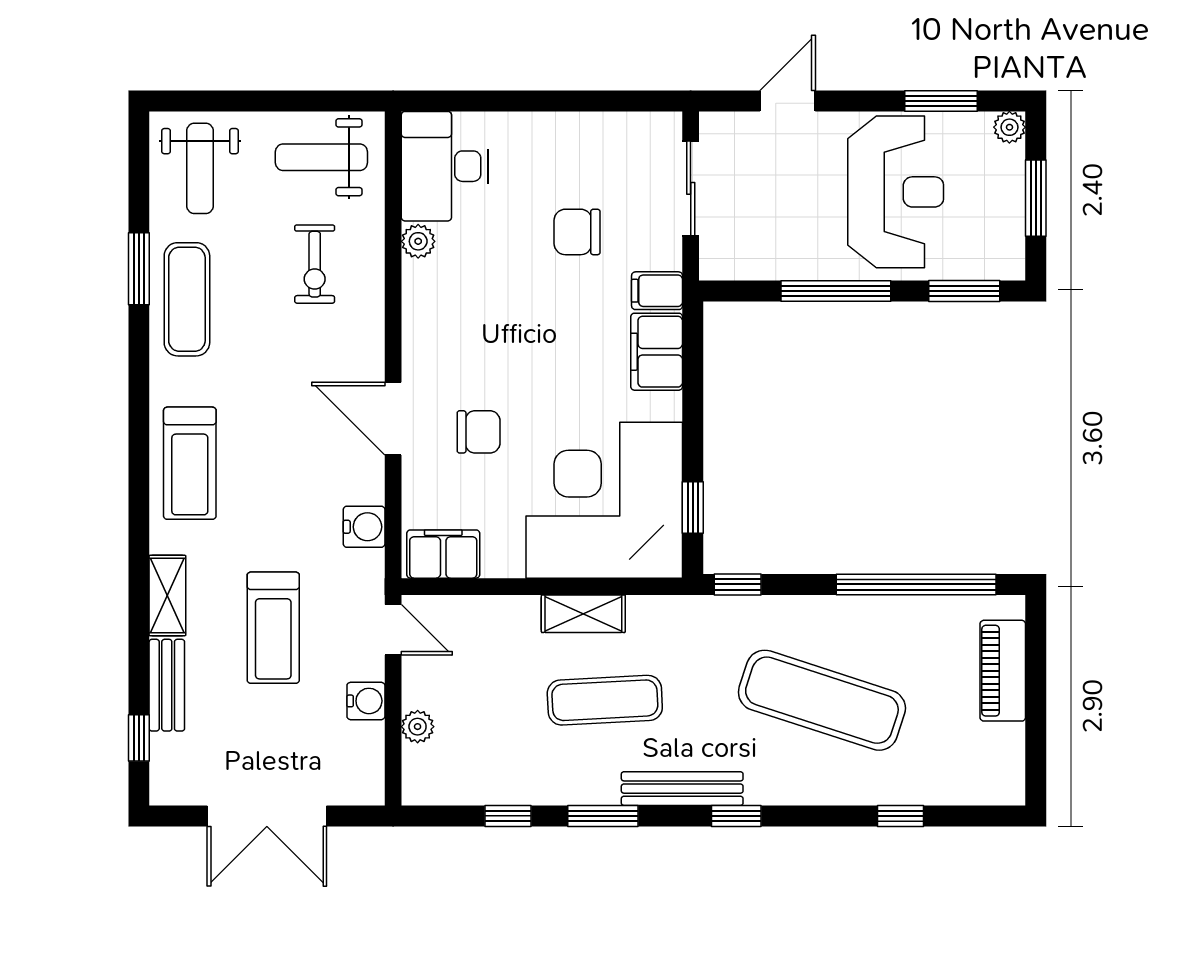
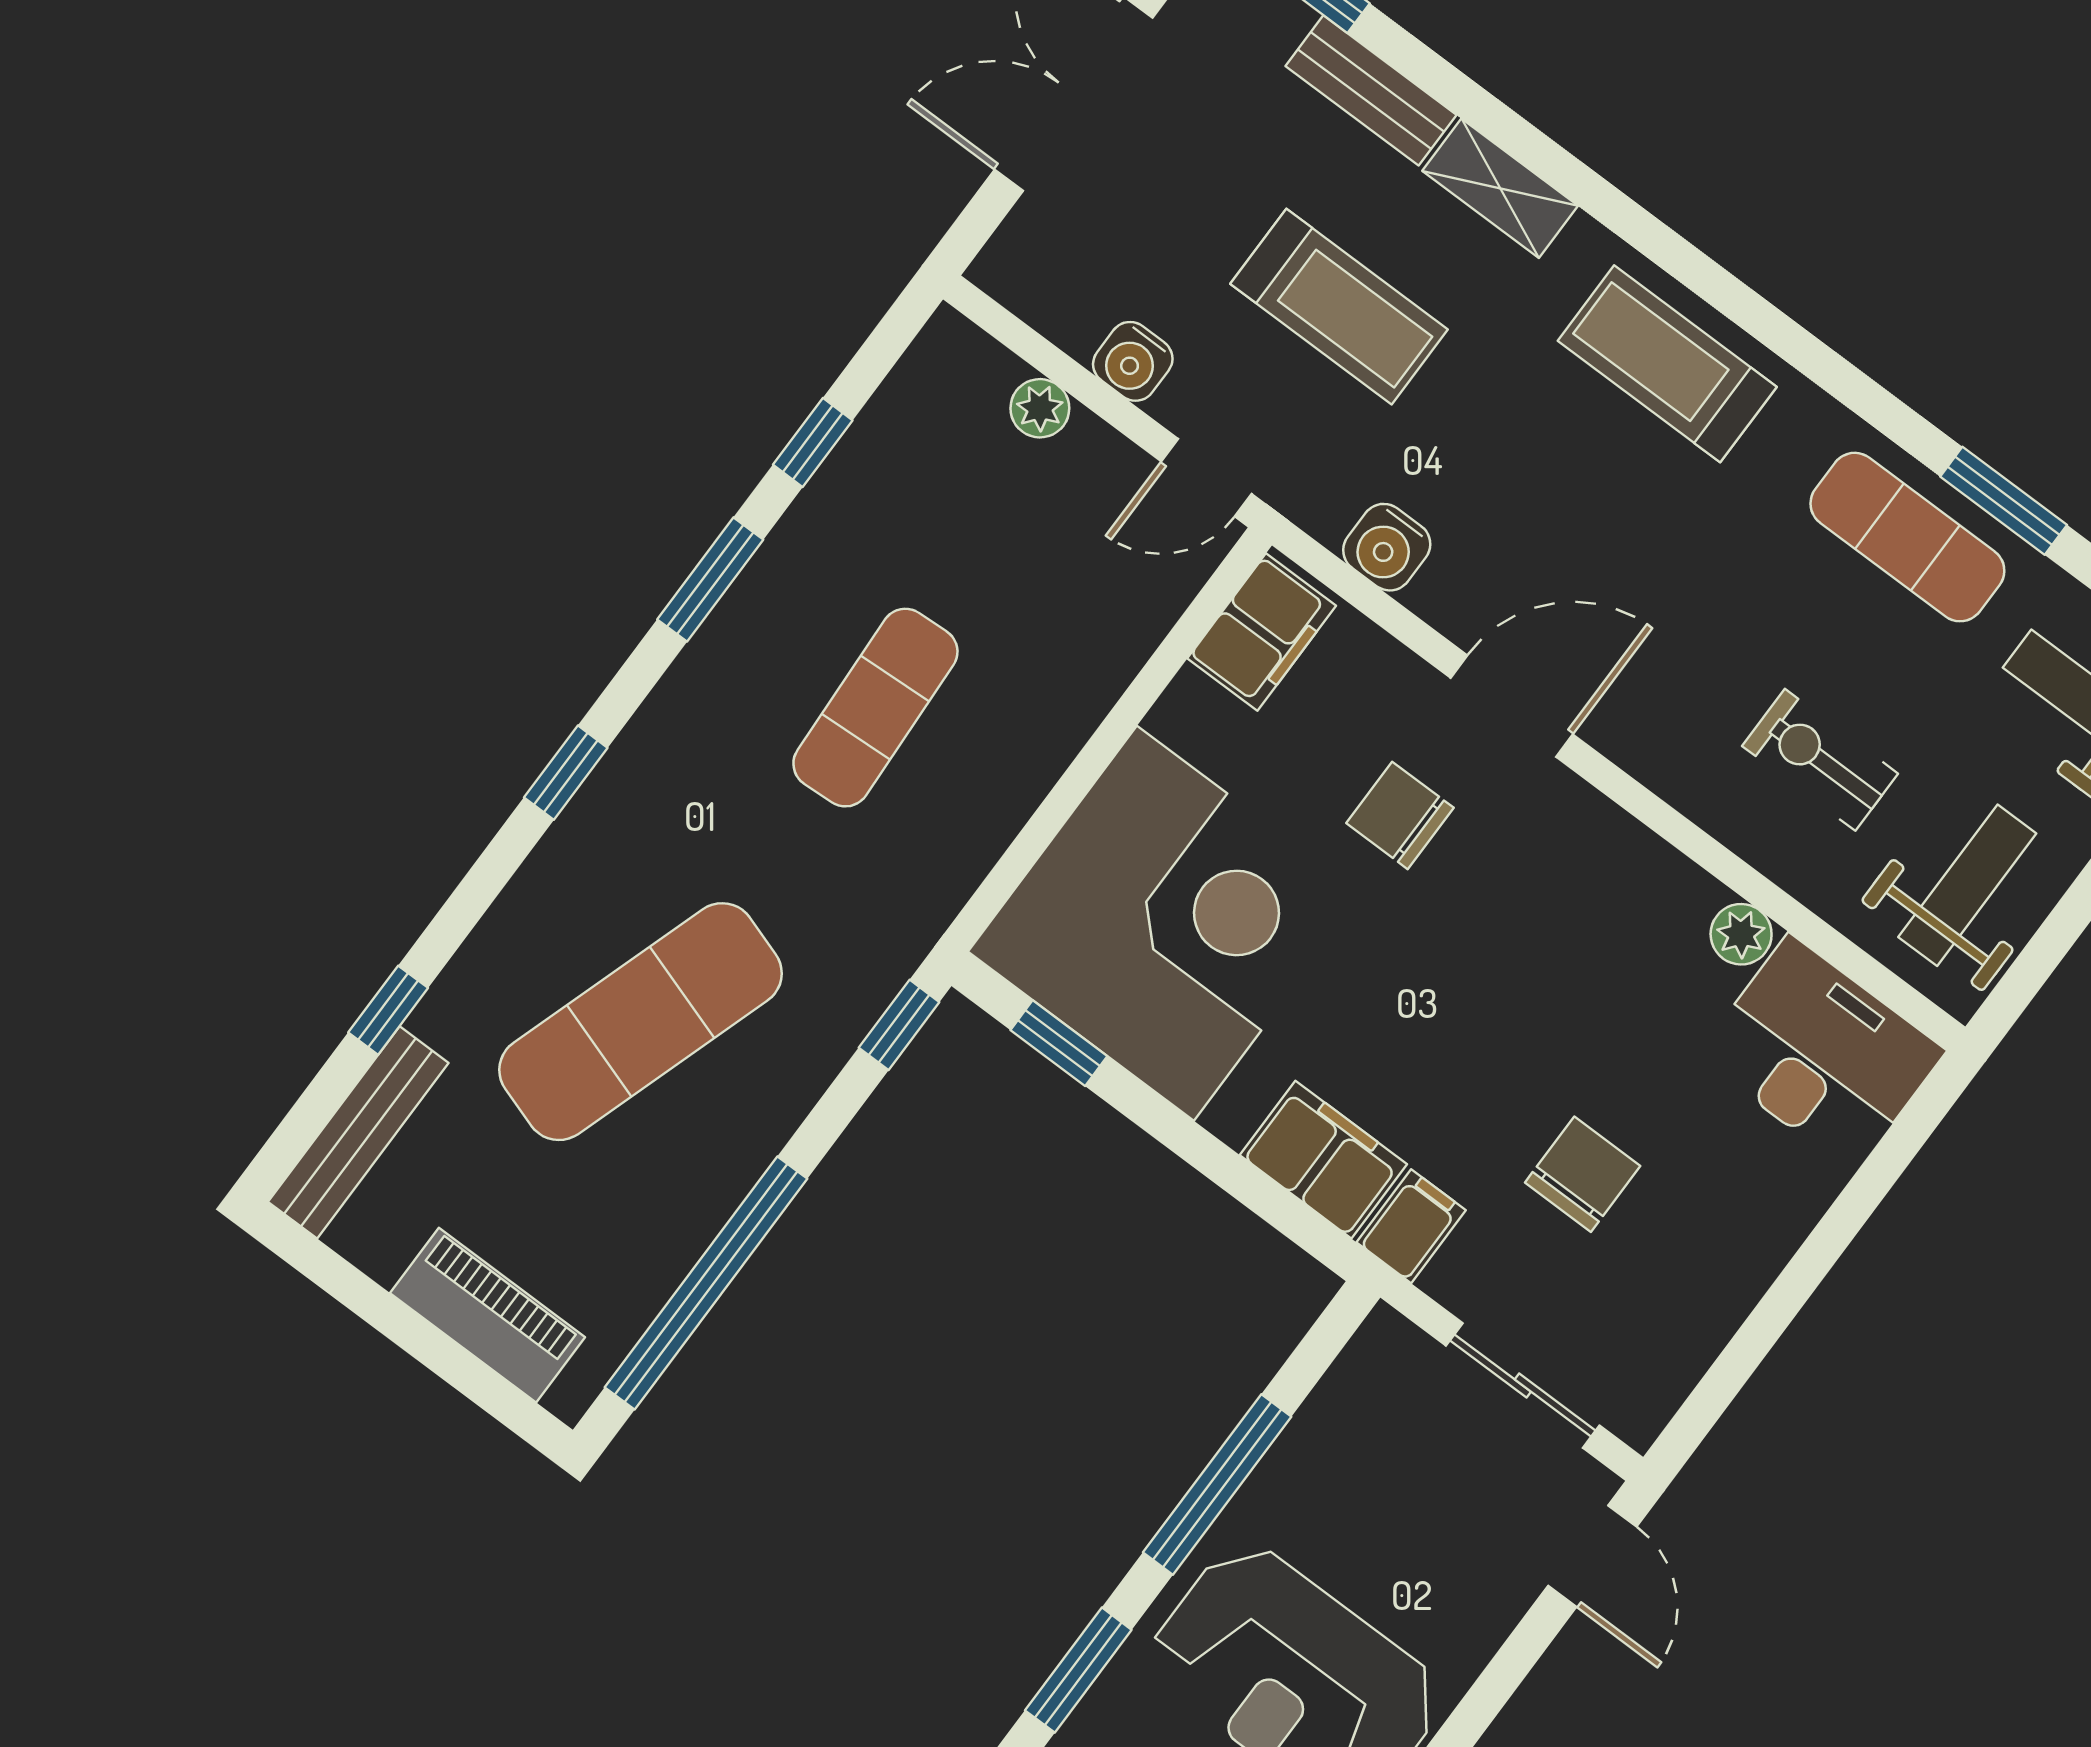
door: (788, 101) -> (1592, 1556), moved
chair: (479, 432) -> (1400, 815), turned 90
shelving: (583, 614) -> (1024, 770), removed
treadmill: (273, 628) -> (1339, 307), turned 180
bench: (682, 789) -> (358, 1132), moved

